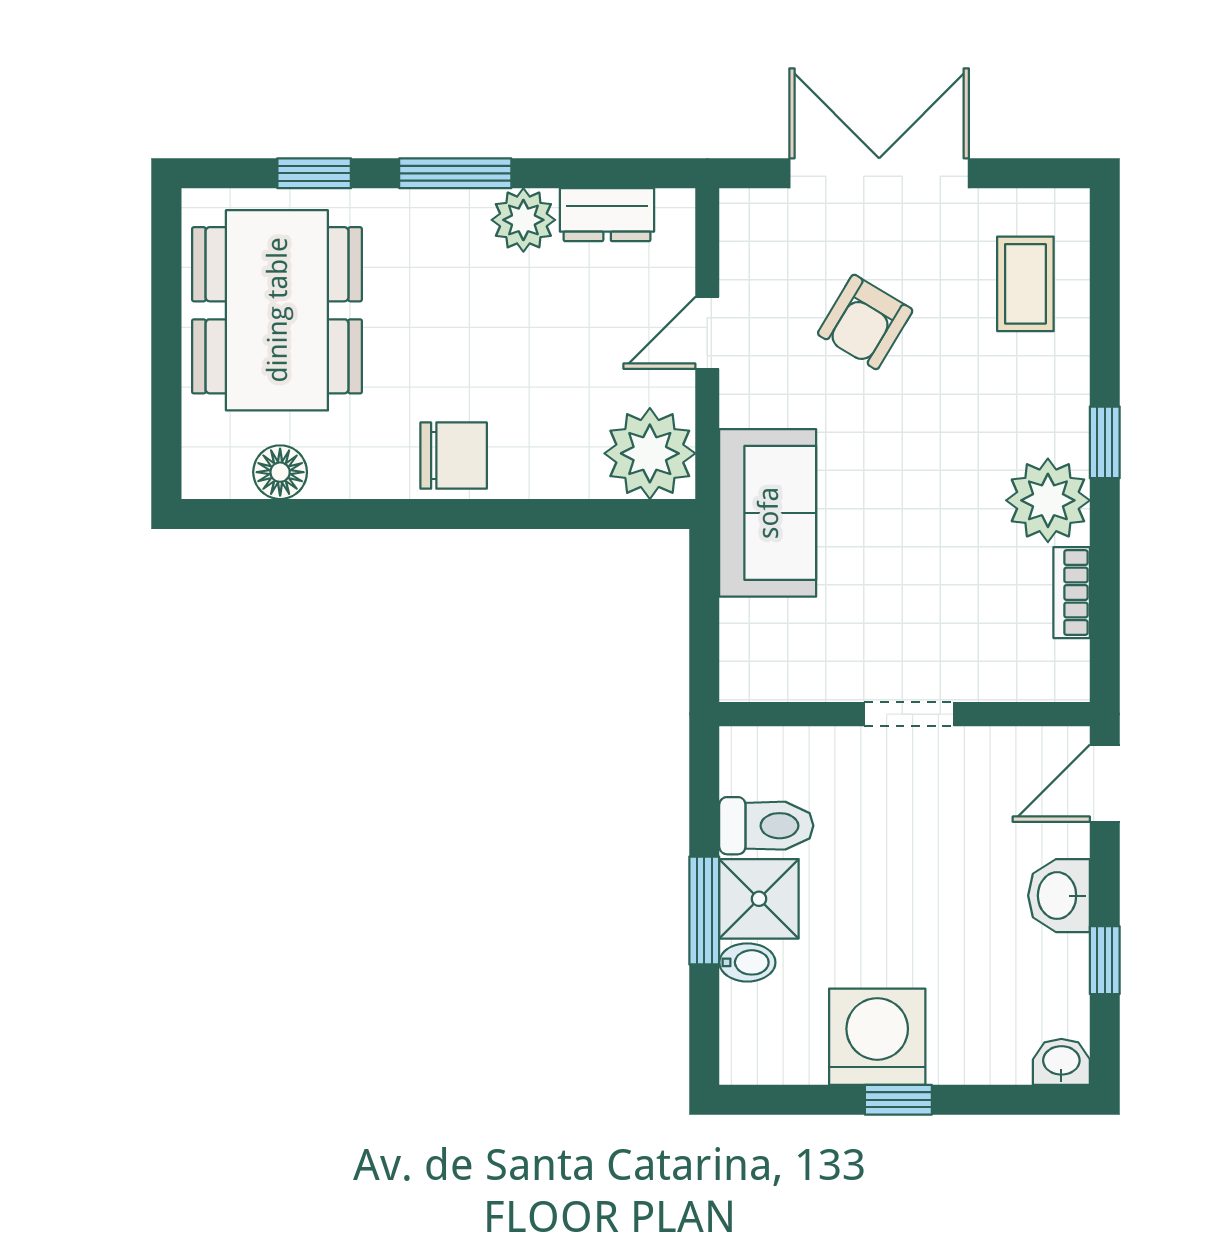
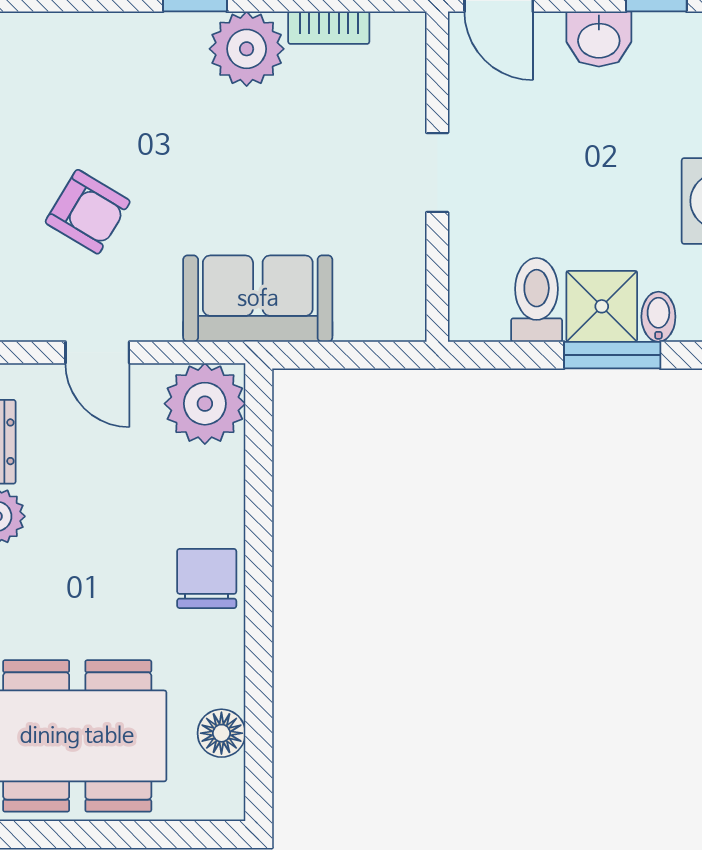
coffee table: (1025, 284) -> (54, 69), removed

